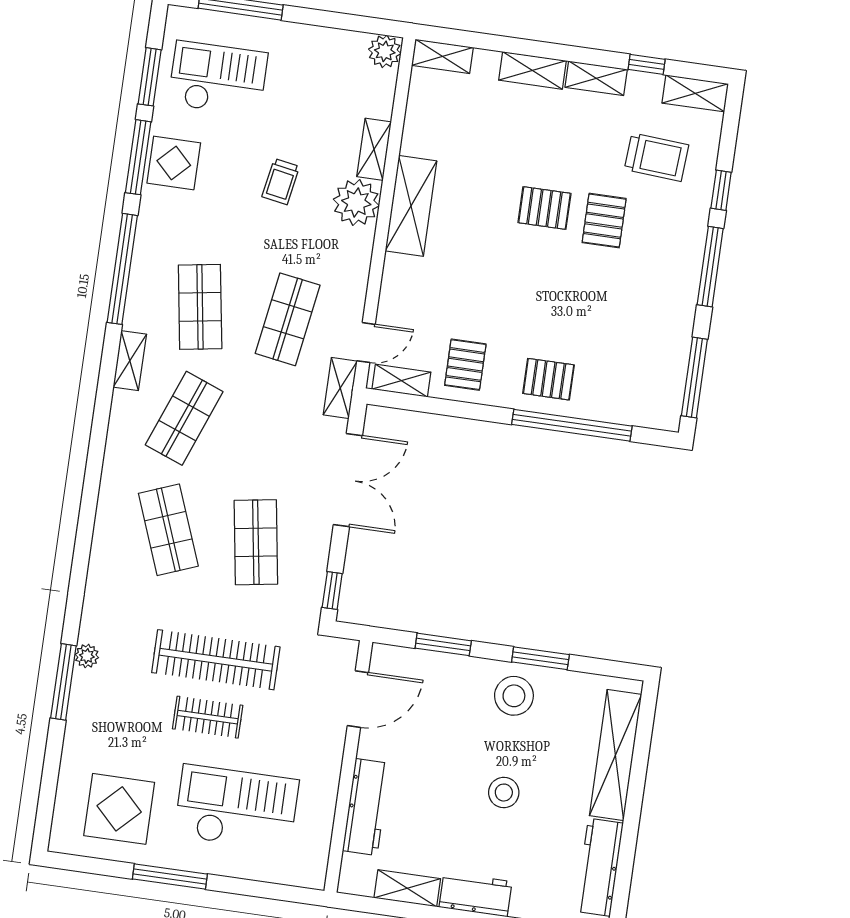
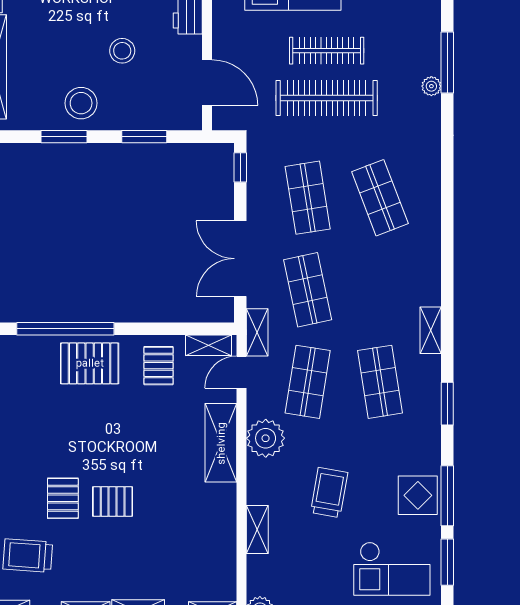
trolley: (281, 182) -> (329, 493), width x1.36, depth x1.39
plant: (356, 202) -> (266, 438), moved
shelving: (411, 206) -> (221, 443), moved
window: (122, 269) -> (447, 404), width x0.47
pallet: (549, 379) -> (90, 363), width x1.50, depth x1.42
shop shelf: (184, 418) -> (308, 290), moved, turned -33
door: (358, 699) -> (207, 83), swing flipped
clothes rail: (208, 717) -> (327, 51), width x1.36
stool: (504, 793) -> (122, 51), moved

